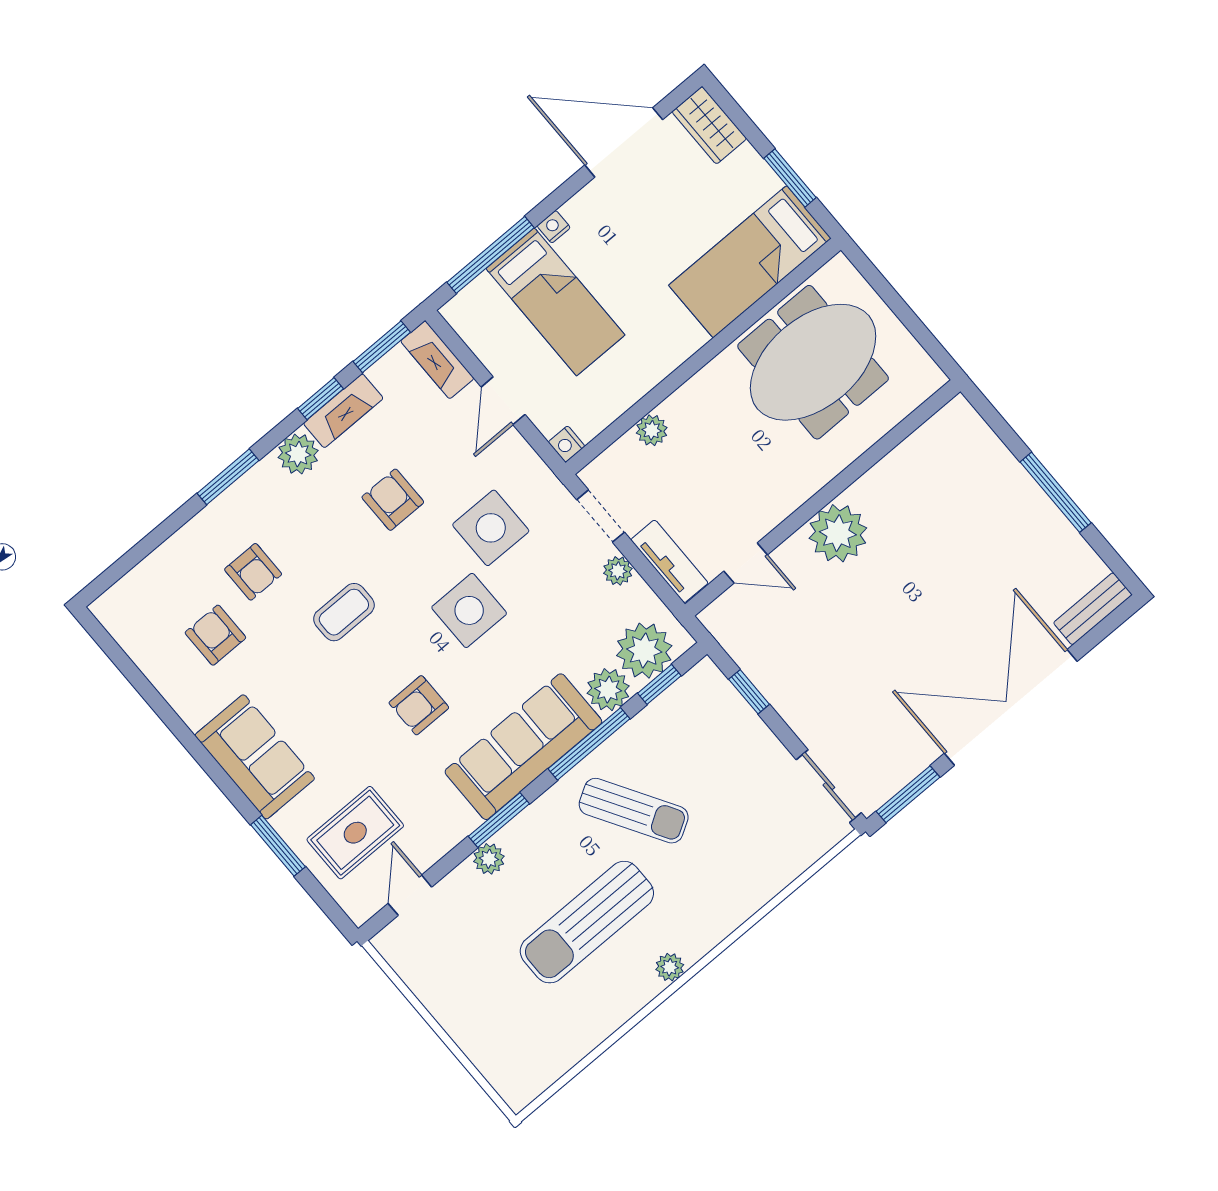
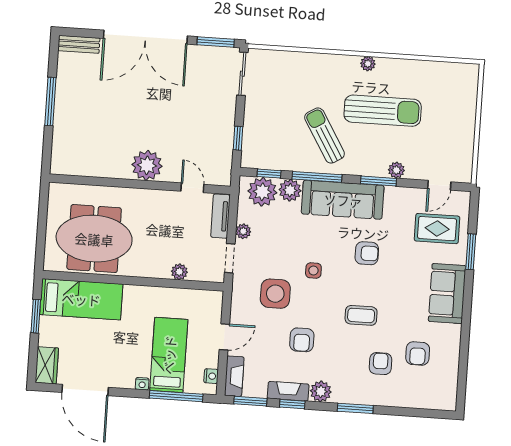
nightstand: (567, 444) -> (211, 376), moved
side table: (469, 610) -> (313, 271), width x0.54, depth x0.54

